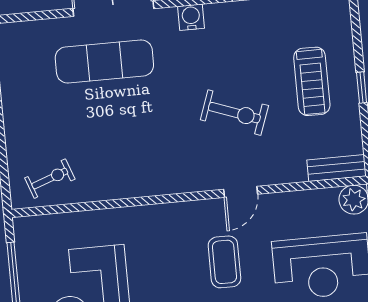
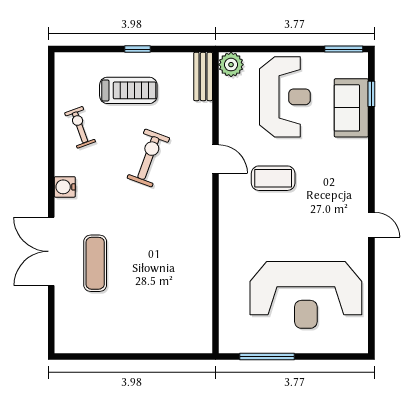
exercise mat: (104, 61) -> (95, 263), width x0.73, depth x0.69
exercise bike: (50, 179) -> (80, 127), moved

